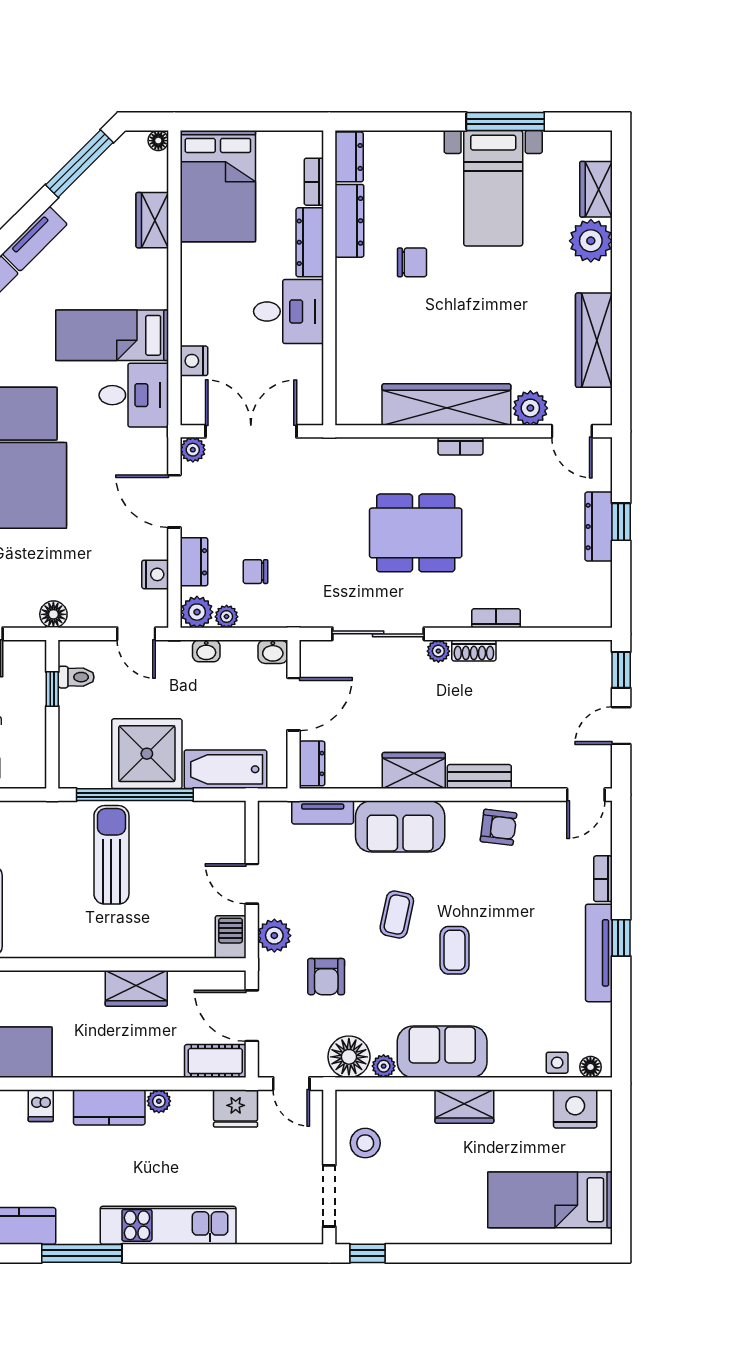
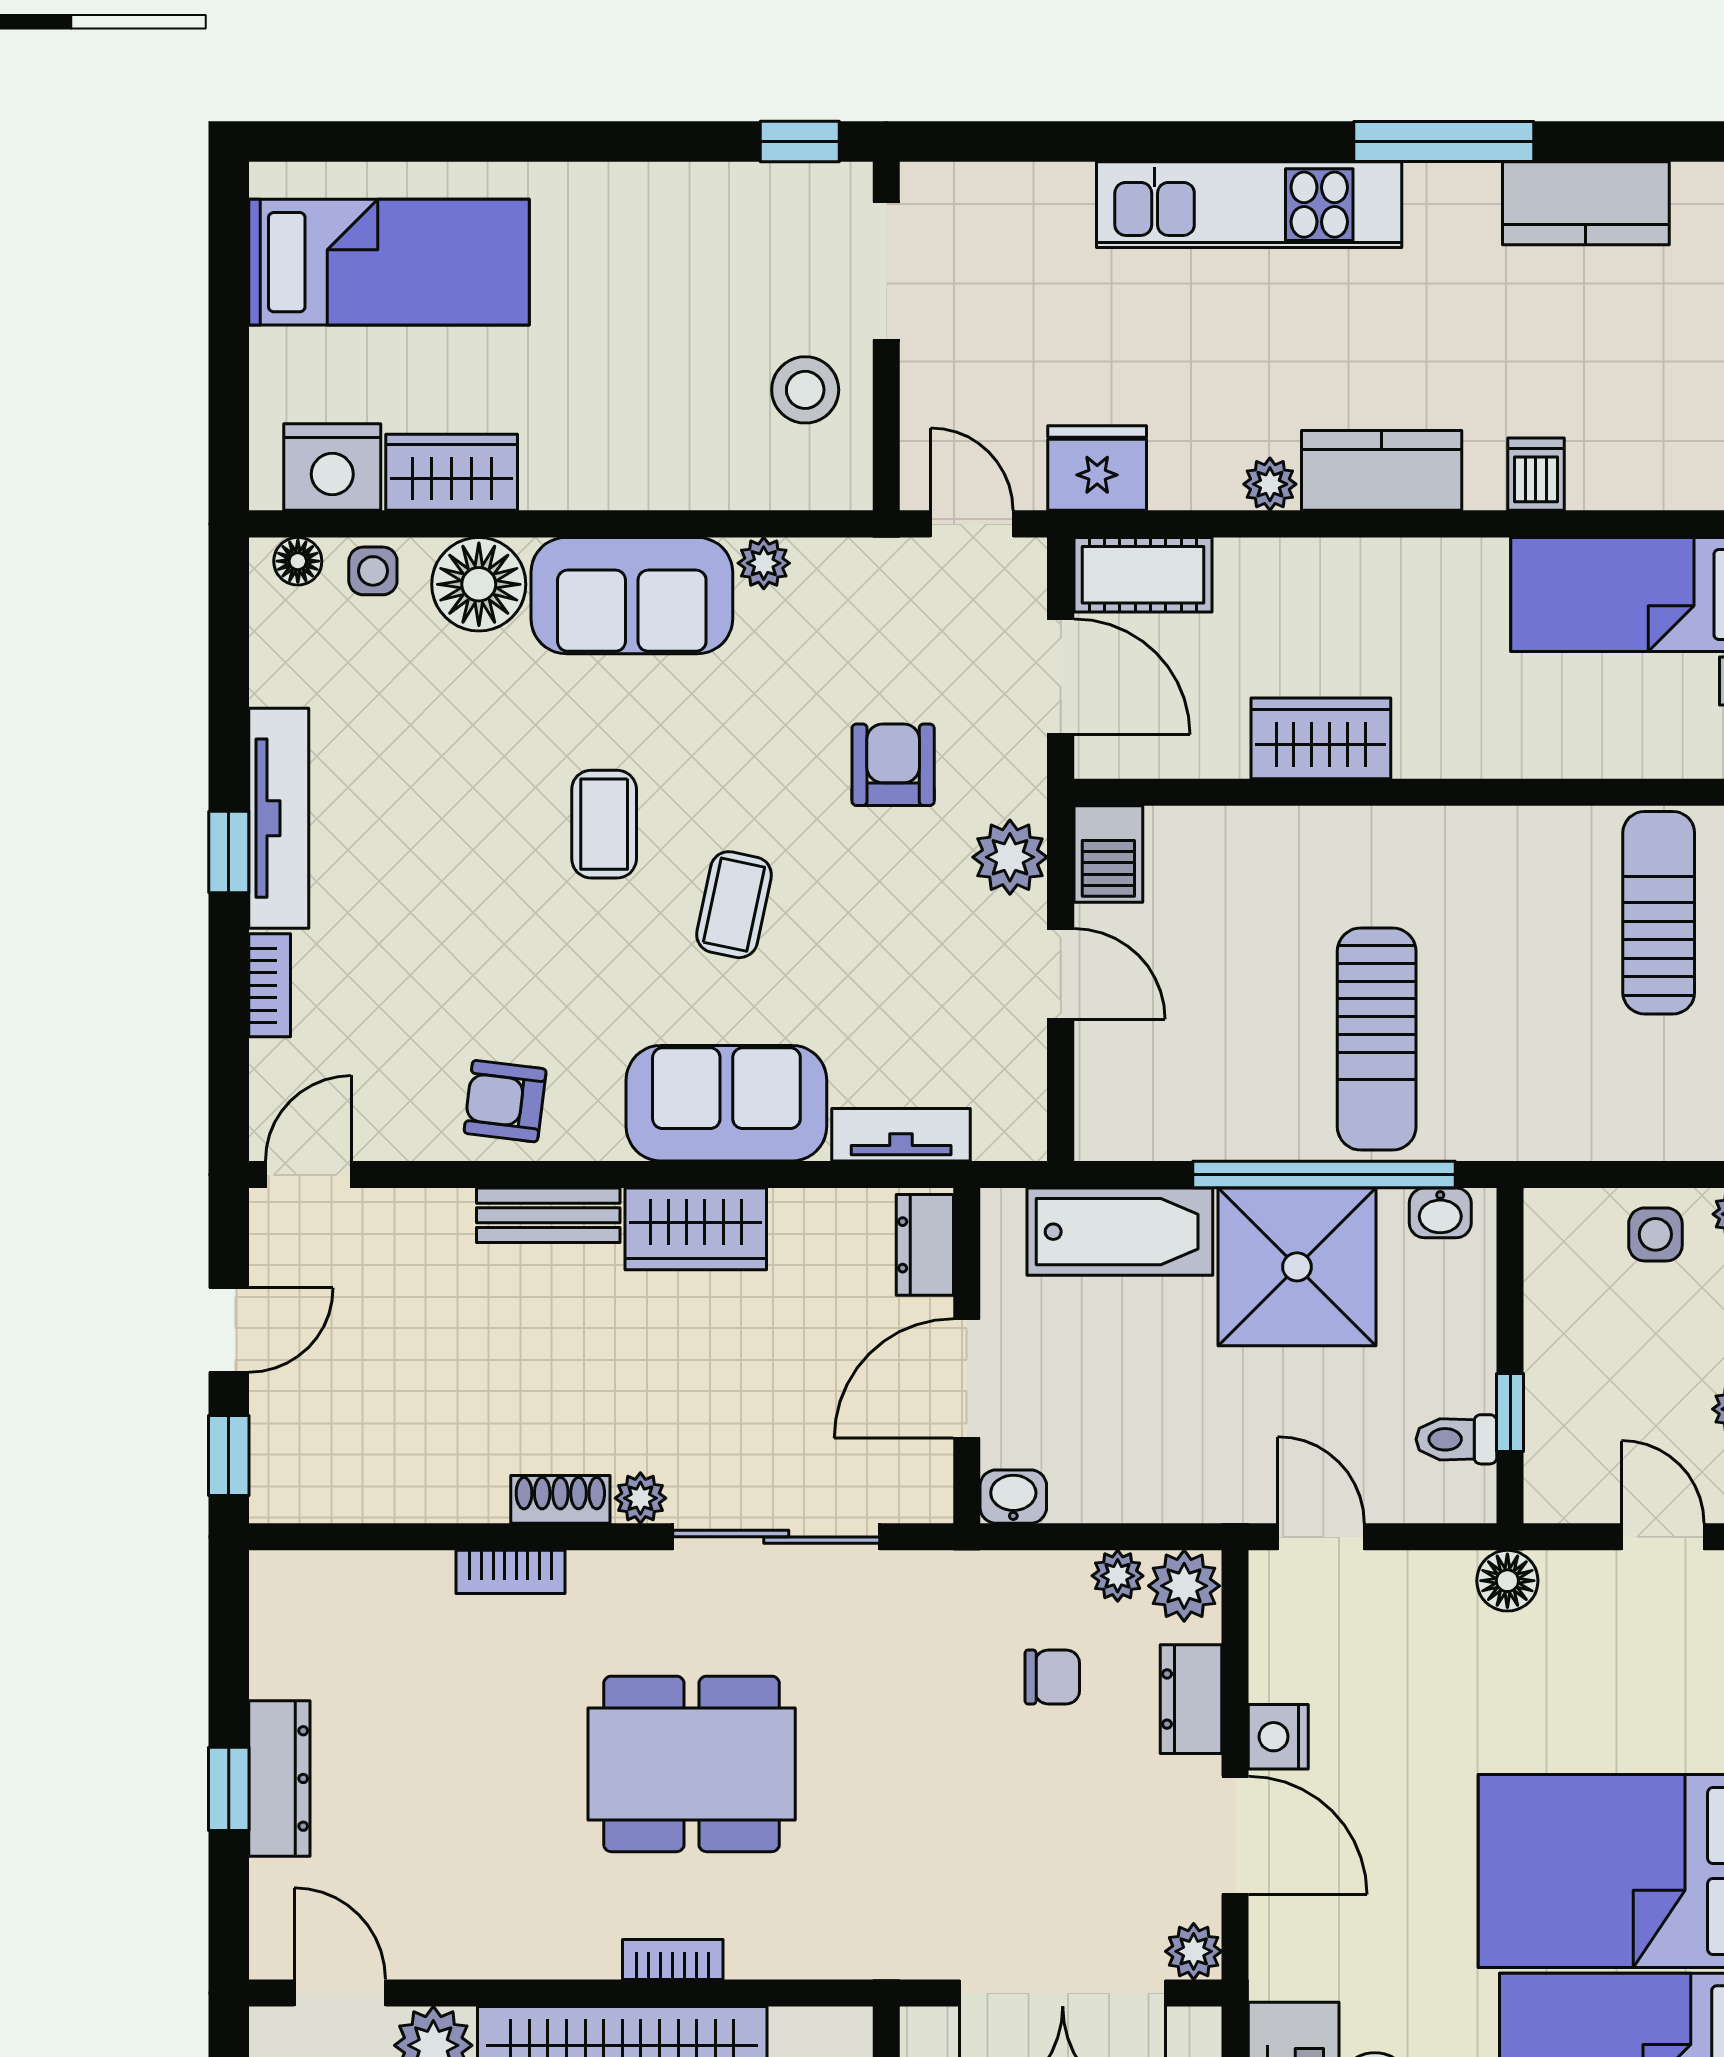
bookcase: (460, 446) -> (673, 1959), moved
nightstand: (155, 574) -> (1278, 1737), moved
washbasin: (206, 651) -> (1440, 1213), moved, turned 180
floor lamp: (349, 1057) -> (479, 584), moved
wardrobe: (464, 1106) -> (452, 472), moved

